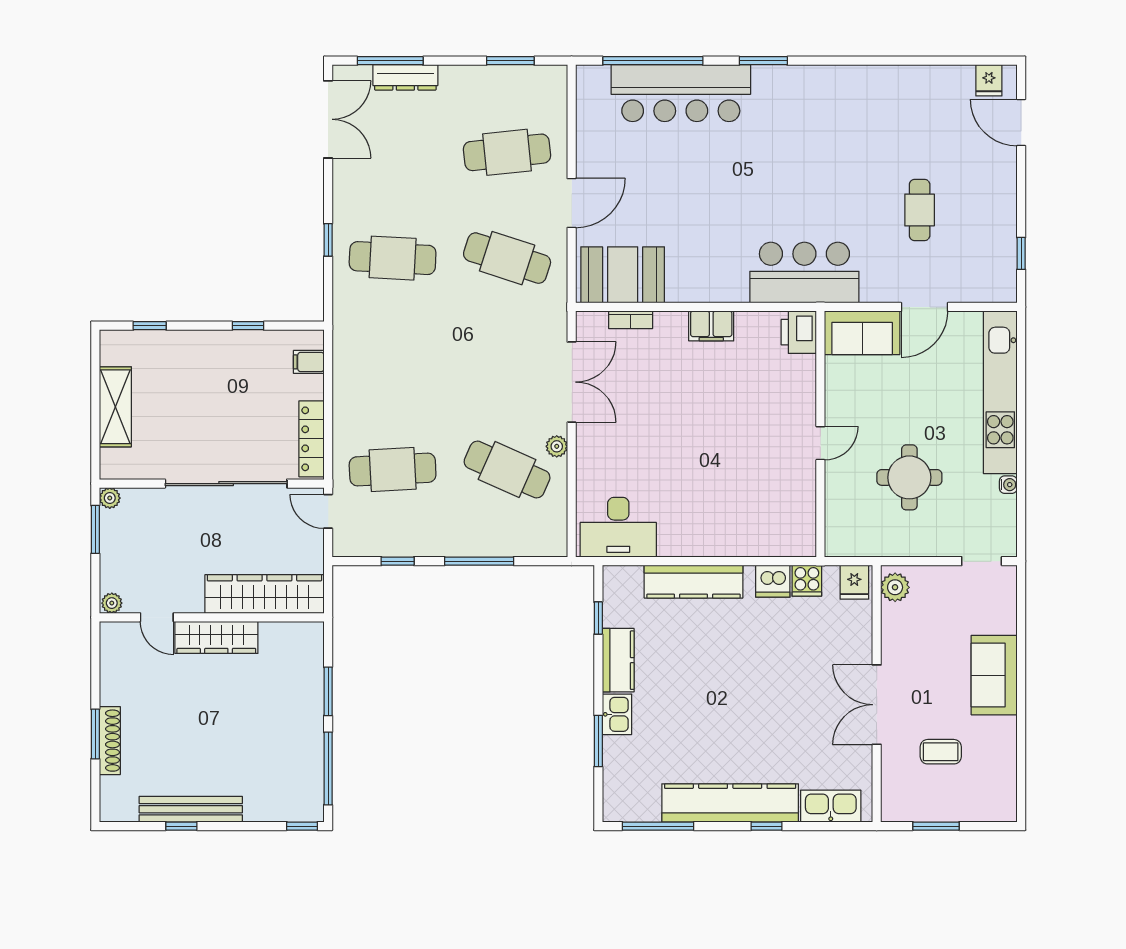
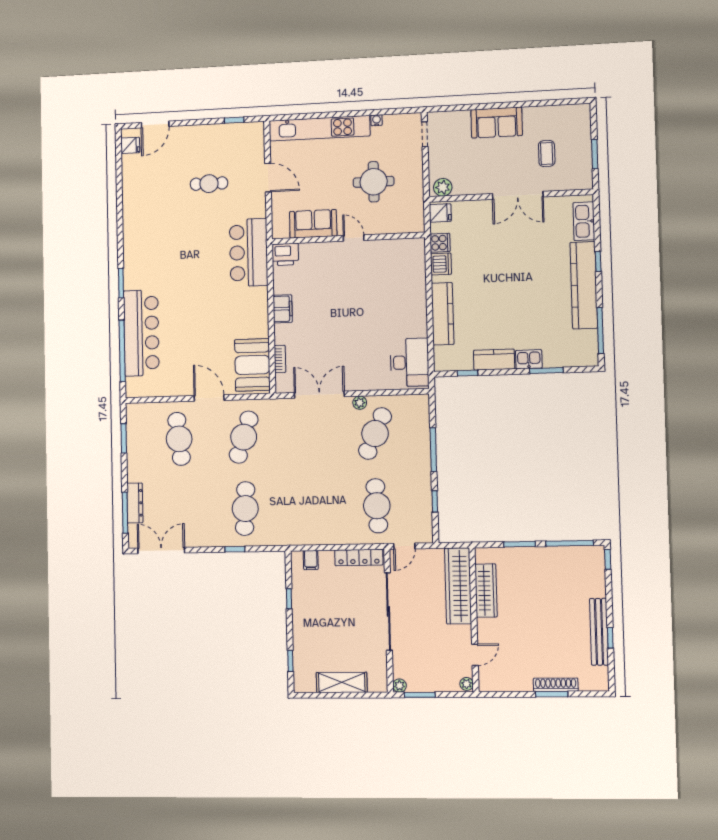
sofa: (862, 333) -> (313, 224), moved, turned -90
wardrobe: (216, 637) -> (486, 591), moved

